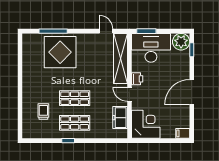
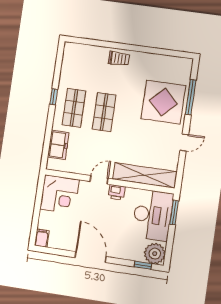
door: (106, 31) -> (184, 142), moved
trolley: (43, 112) -> (119, 59), moved
freezer: (120, 118) -> (58, 145), moved, turned 90

